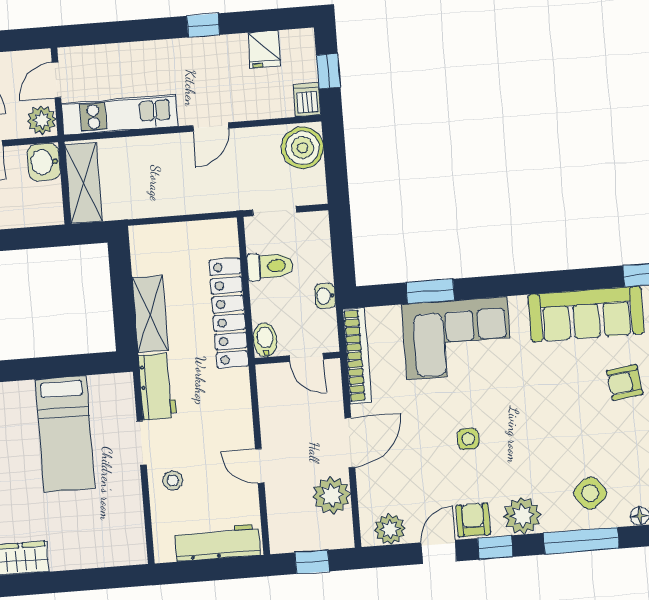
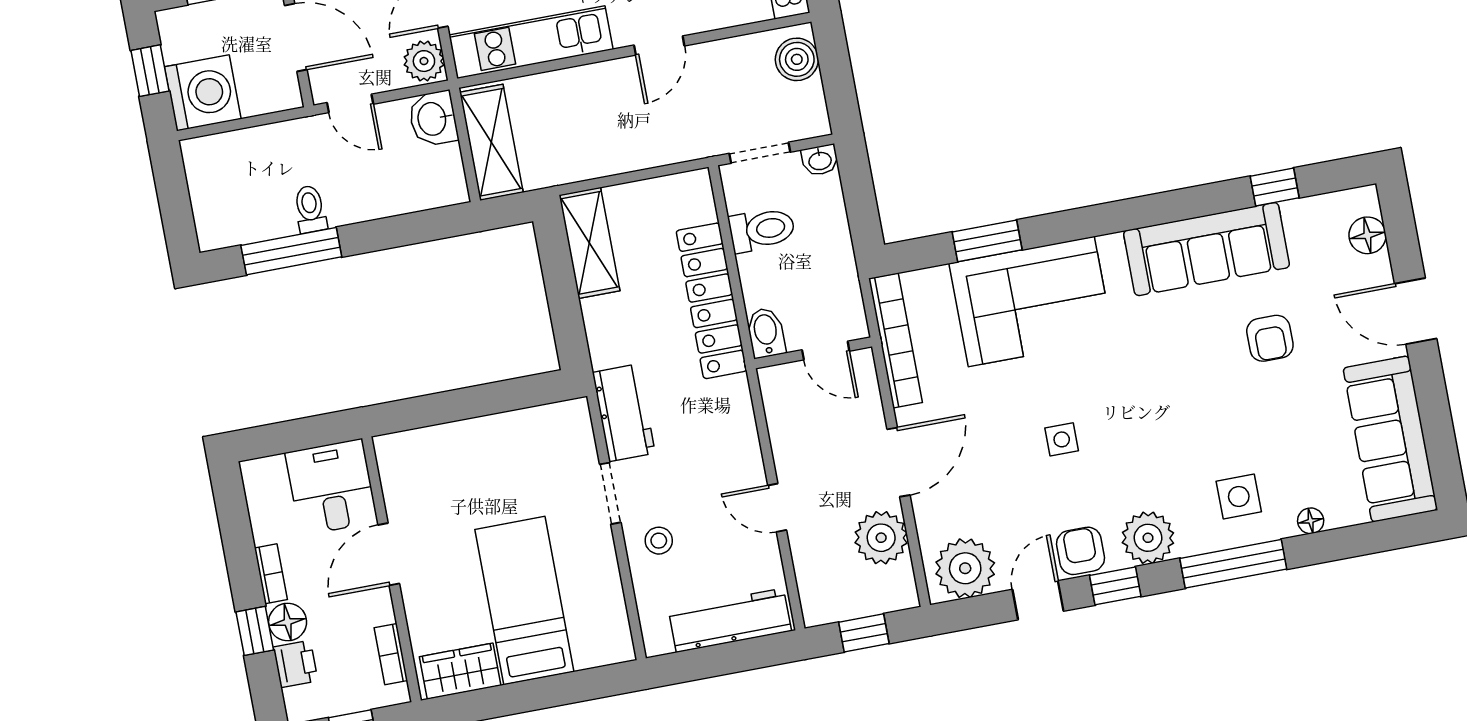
boiler: (302, 148) -> (797, 59), width x0.73, depth x0.73
washbasin: (325, 296) -> (820, 160), moved, turned -90
shelving: (150, 314) -> (589, 243), moved
armchair: (625, 383) -> (1270, 338), turned -82
bed: (65, 434) -> (524, 601), moved, turned 180
side table: (590, 493) -> (1239, 497), turned 38
plant: (390, 529) -> (965, 568), width x1.36, depth x1.36

